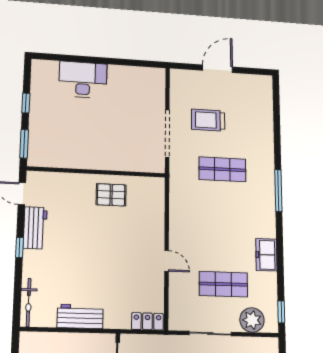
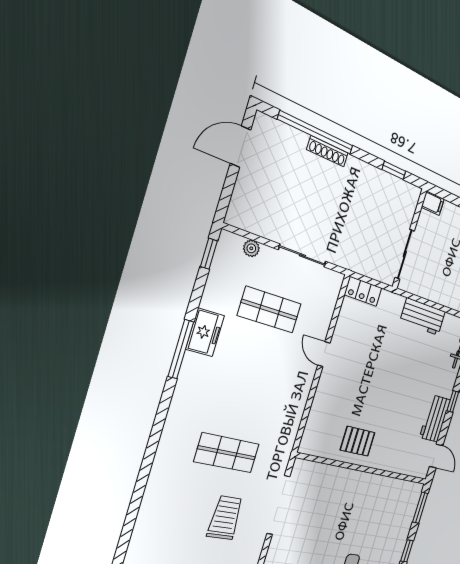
trolley: (208, 120) -> (225, 518), turned -90
window: (278, 191) -> (181, 349), moved
plant: (252, 320) -> (251, 248), width x0.53, depth x0.53

